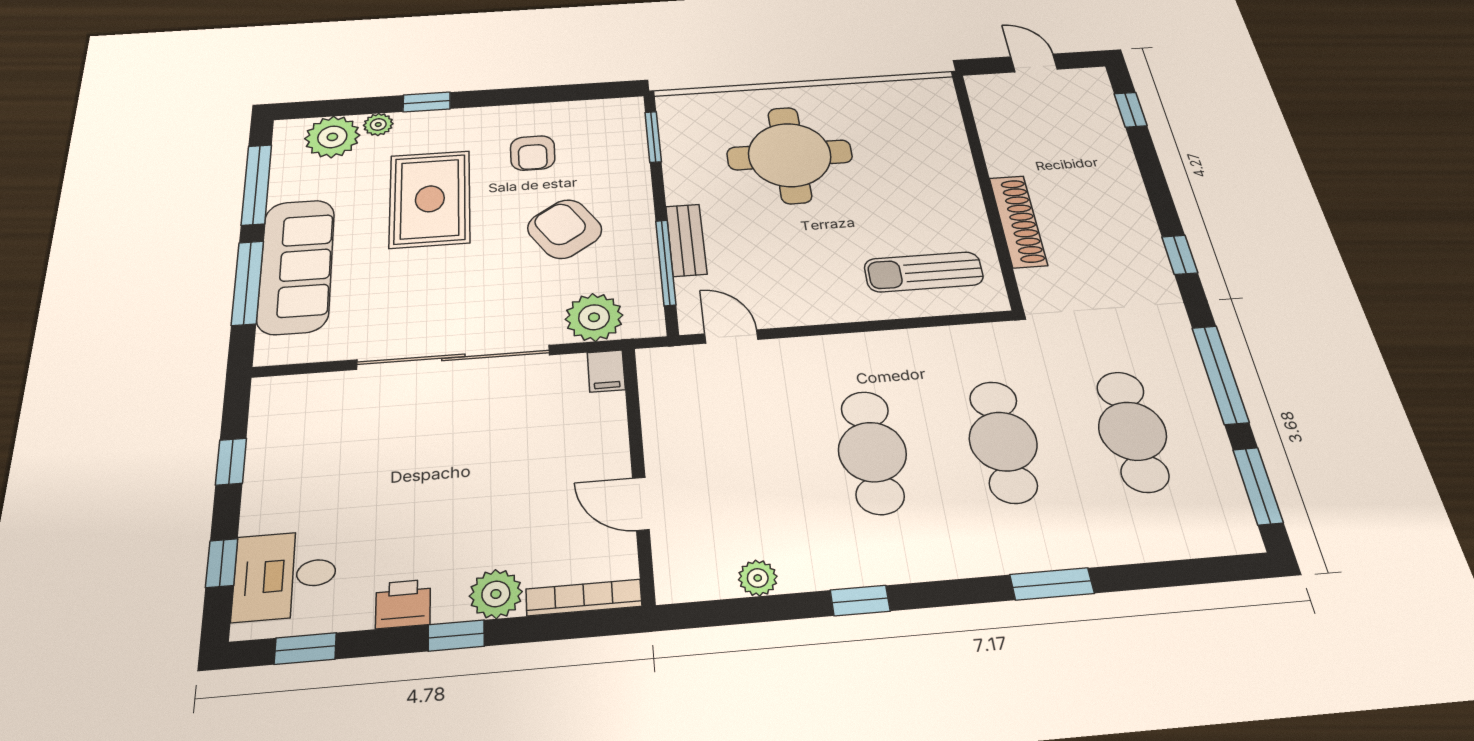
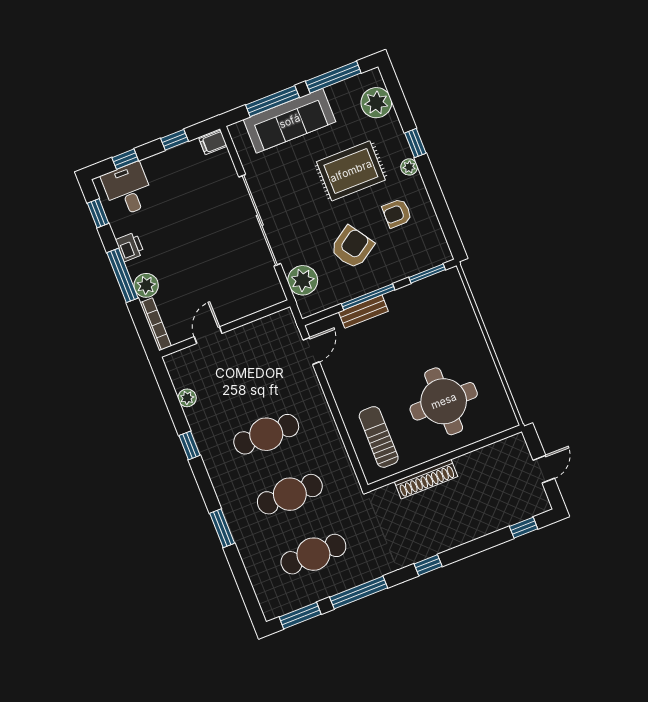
plant: (378, 125) -> (409, 167), moved
round table: (790, 155) -> (444, 401), moved
window: (666, 262) -> (368, 297), moved
filing cabinet: (606, 371) -> (213, 142), moved
window: (456, 636) -> (122, 275), width x2.17

